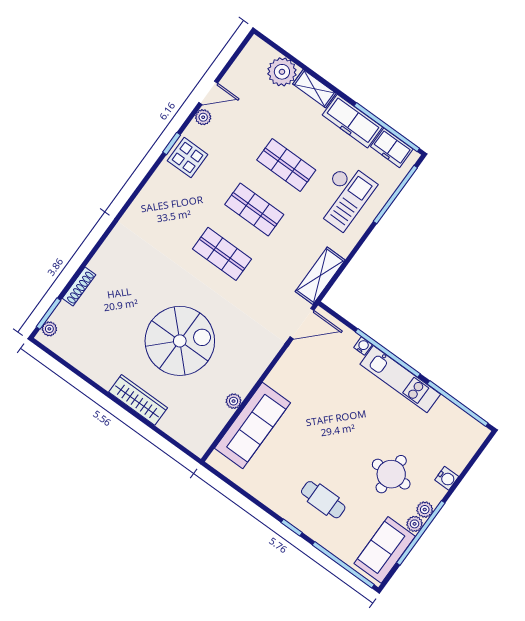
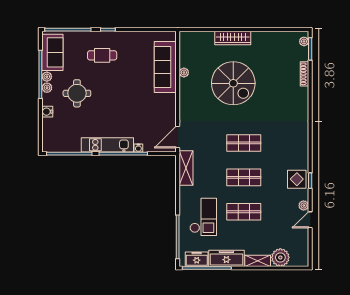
checkout: (344, 196) -> (203, 217), turned 180
spiral stairs: (180, 341) -> (233, 83), turned -90

